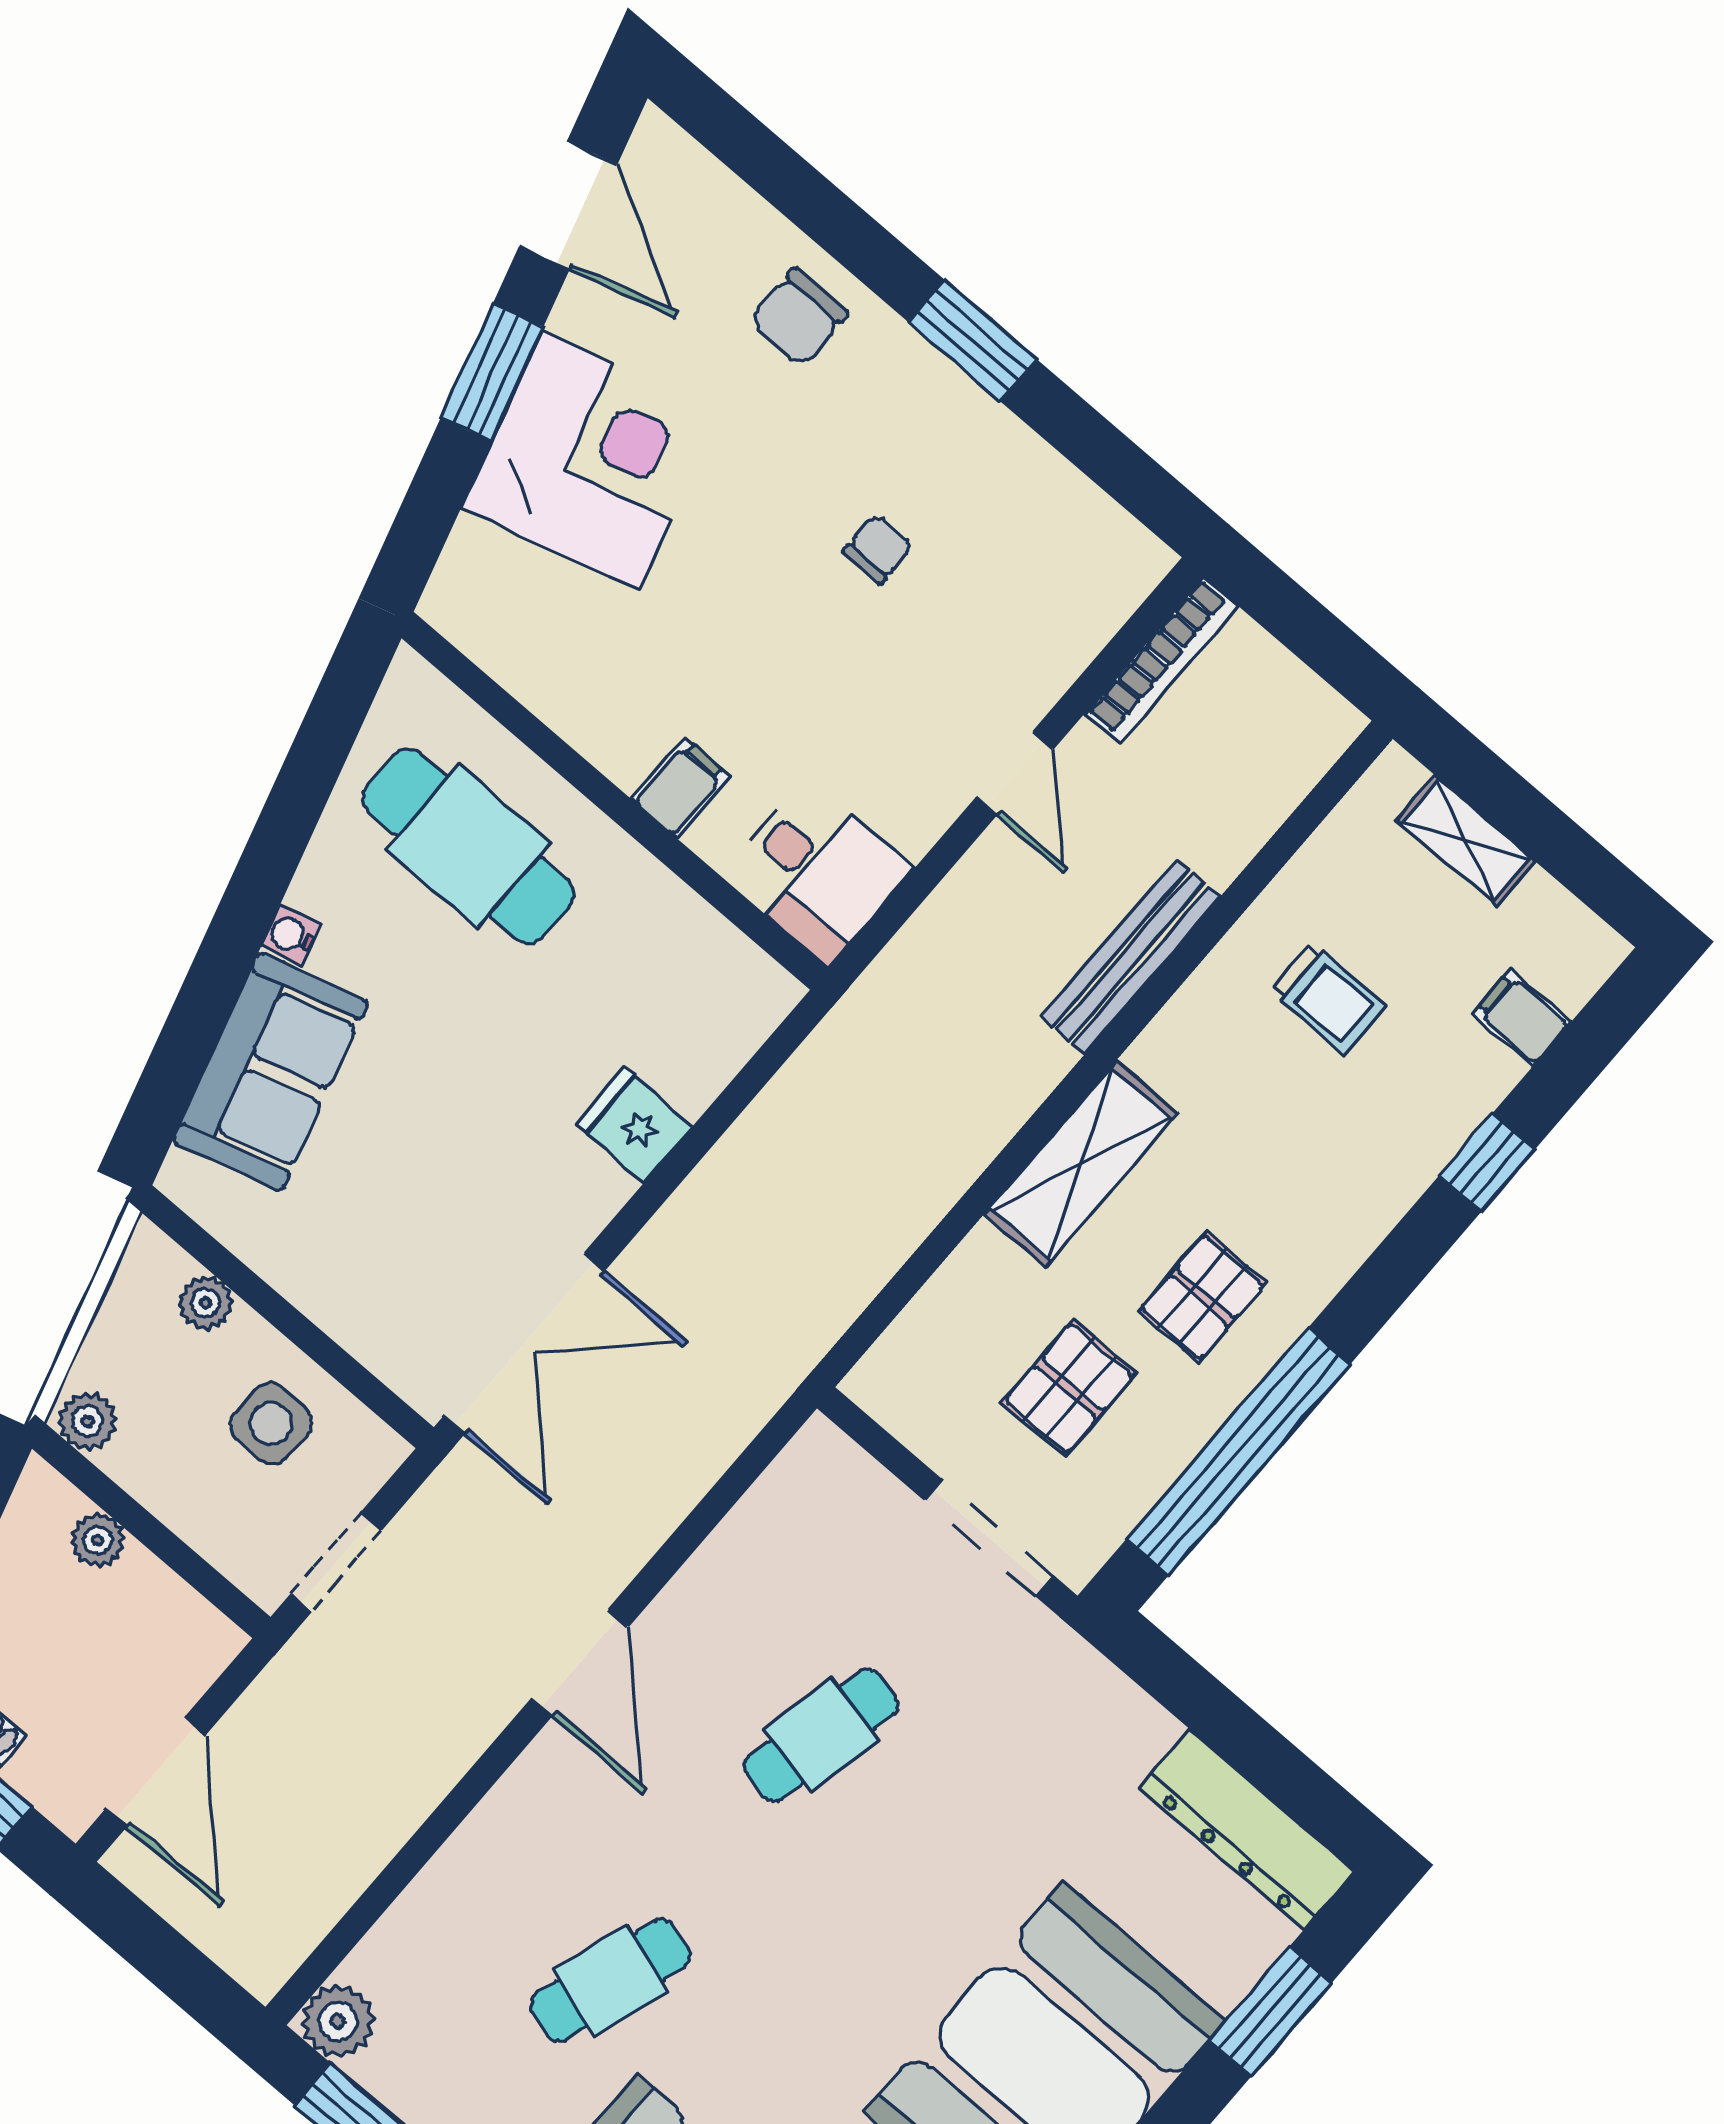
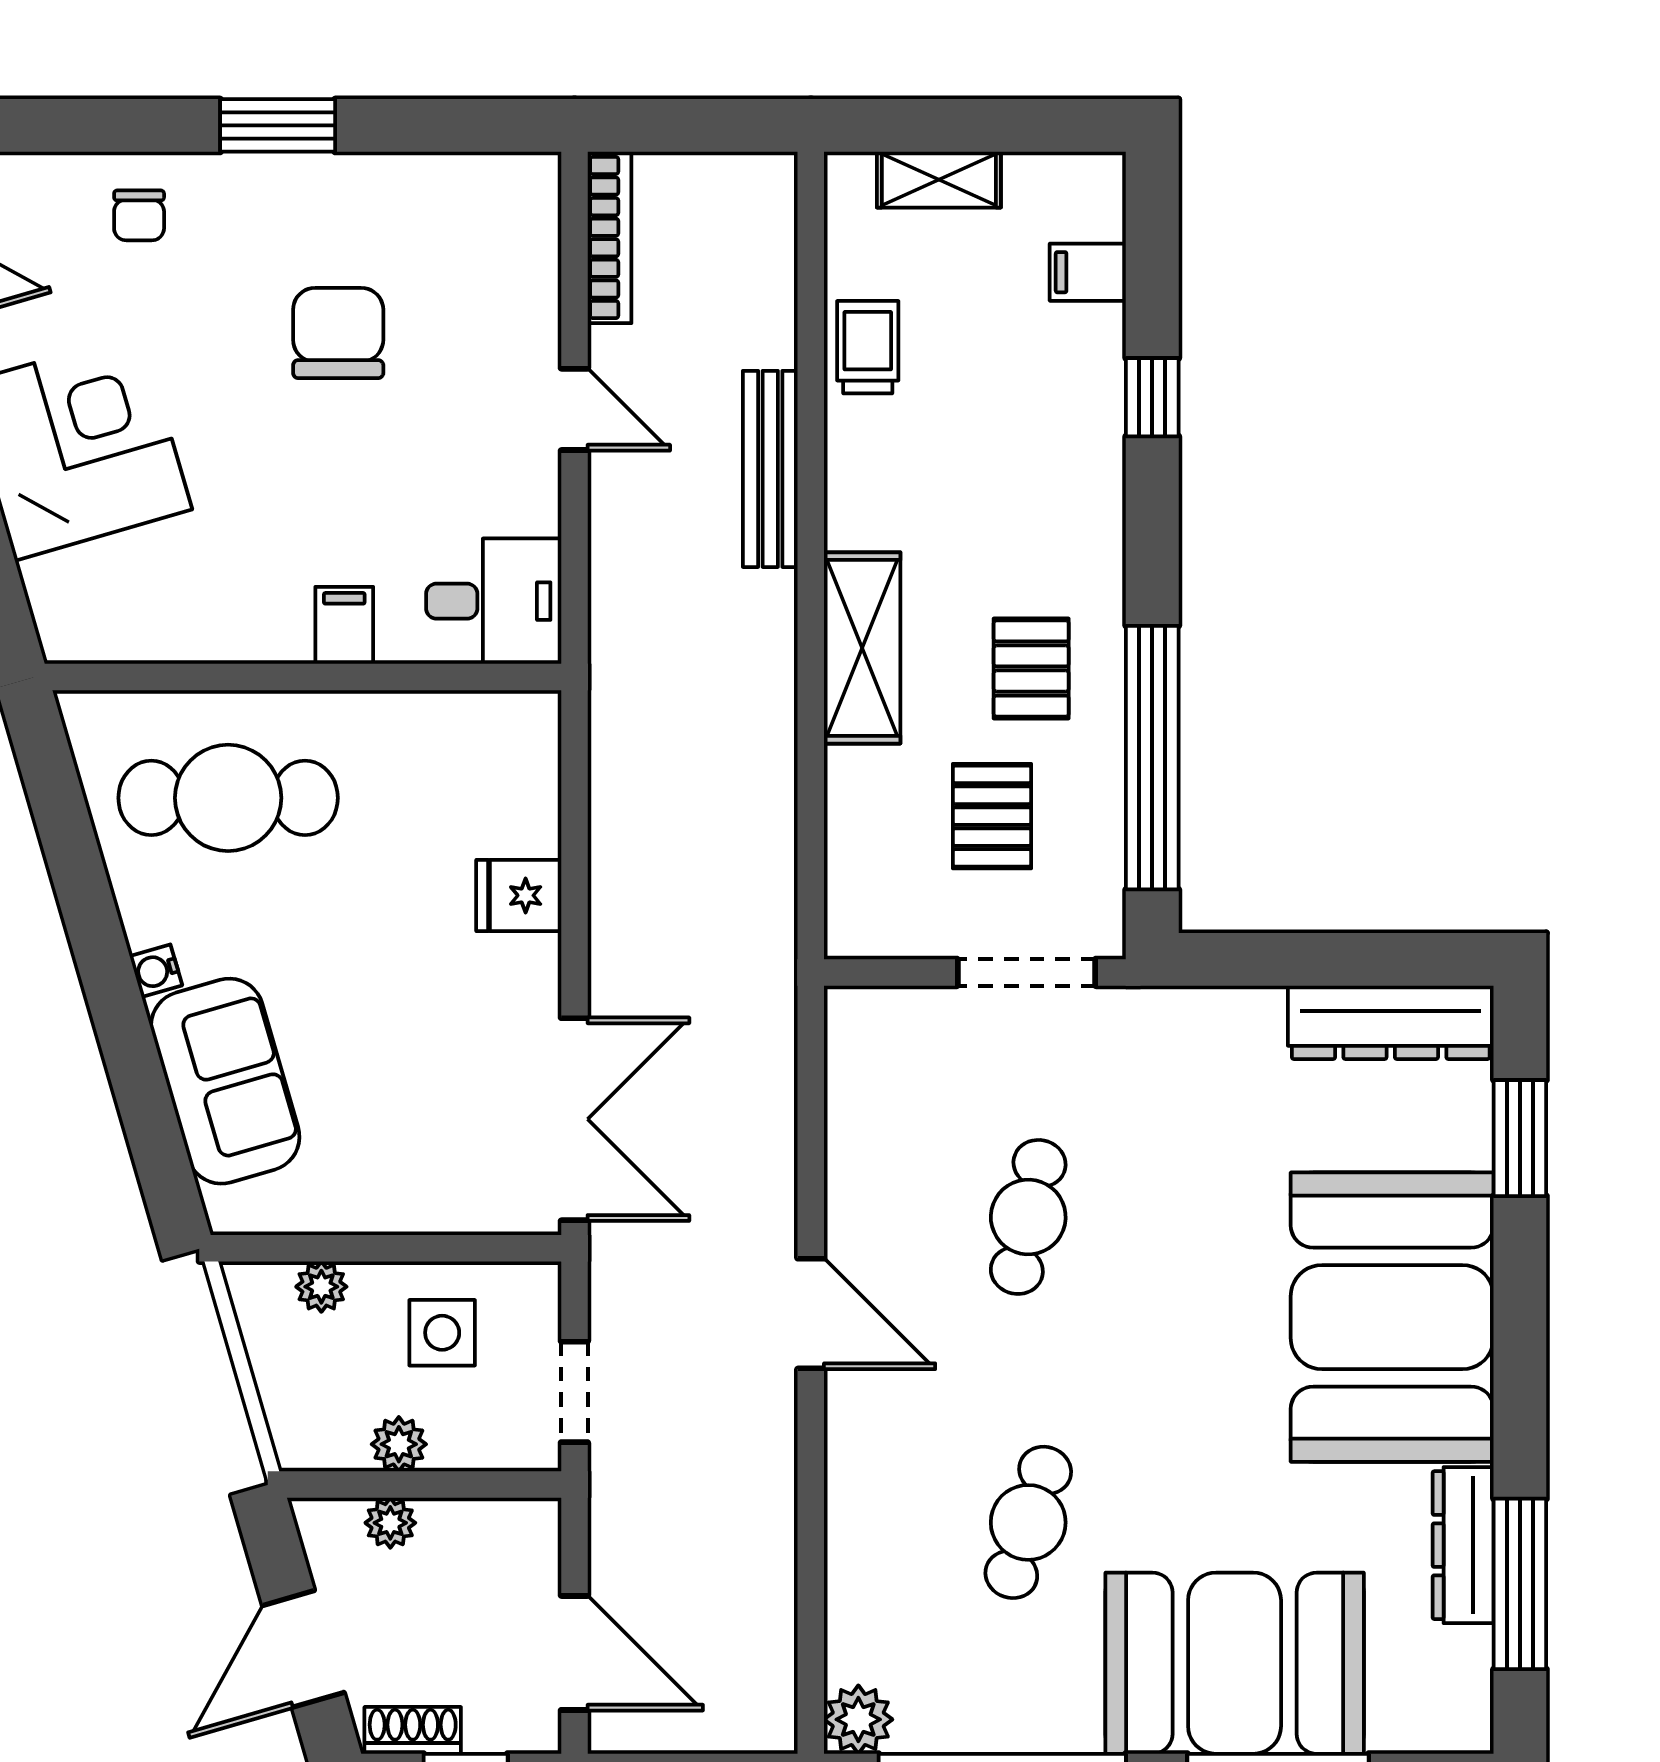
chair: (799, 317) -> (139, 215), width x0.73, depth x0.73
chair: (878, 549) -> (338, 333), width x1.87, depth x1.87
trolley: (1328, 999) -> (868, 347), moved, turned -90
plant: (88, 1421) -> (399, 1444), moved

